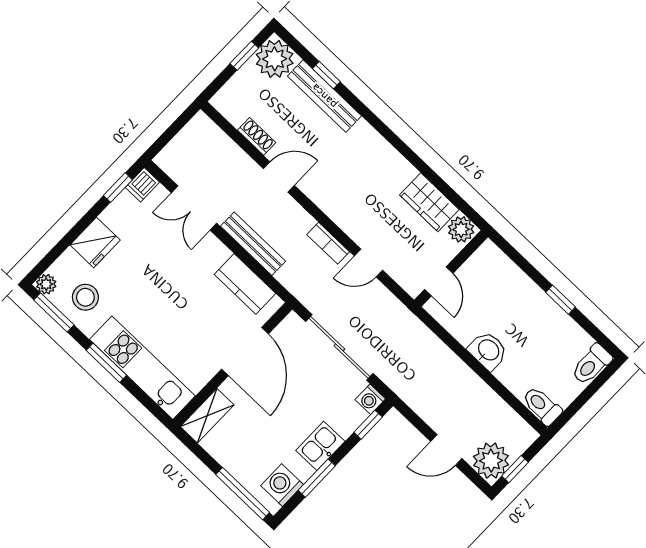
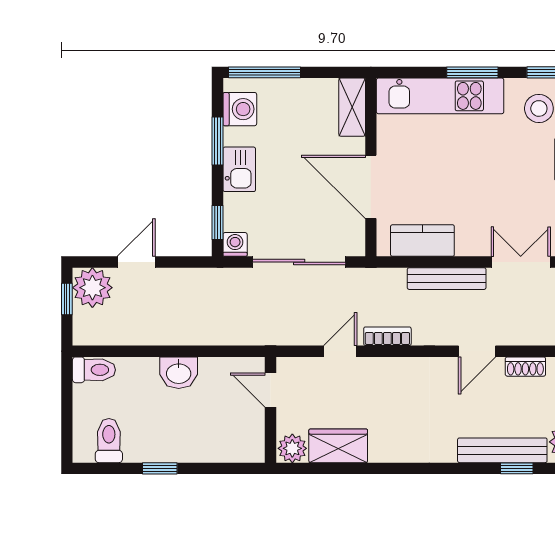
toilet: (591, 364) -> (109, 441), moved

